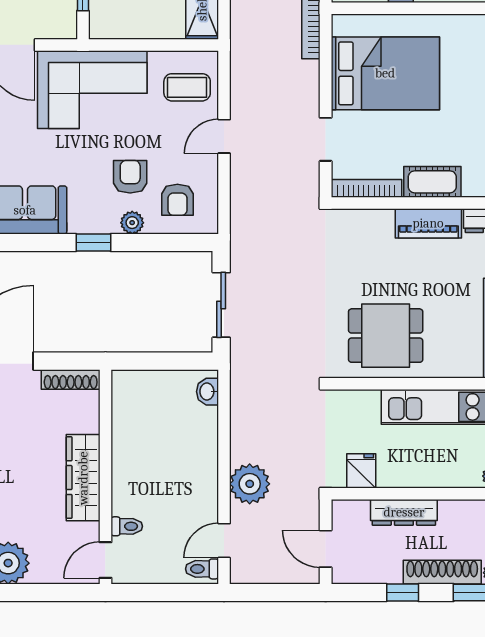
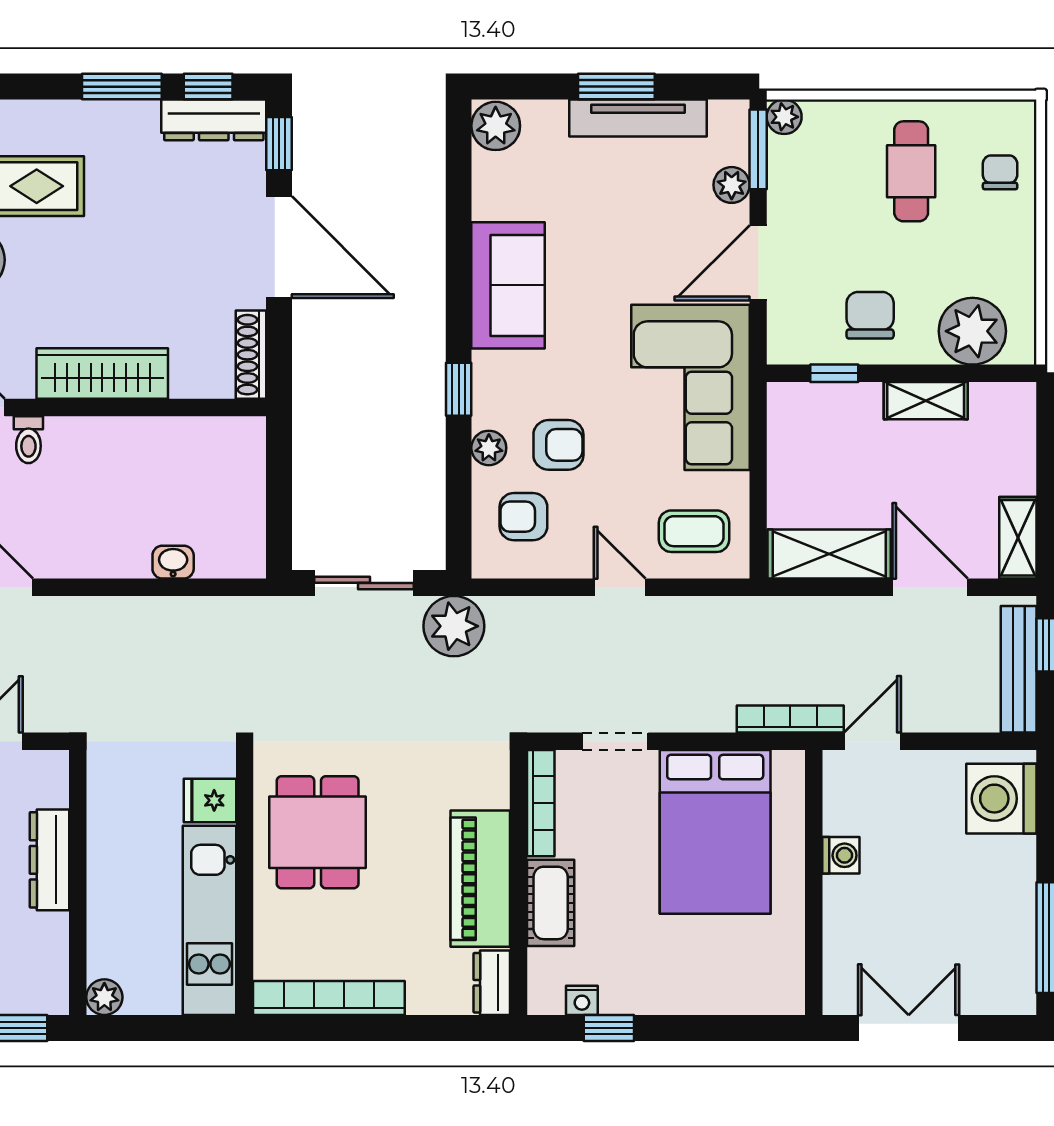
coffee table: (187, 87) -> (694, 531), turned 90
piano: (428, 223) -> (480, 879), width x1.37, depth x1.33
washbasin: (207, 392) -> (173, 562), moved
fridge: (361, 471) -> (210, 800), moved, turned 180
plant: (250, 484) -> (454, 626), moved

